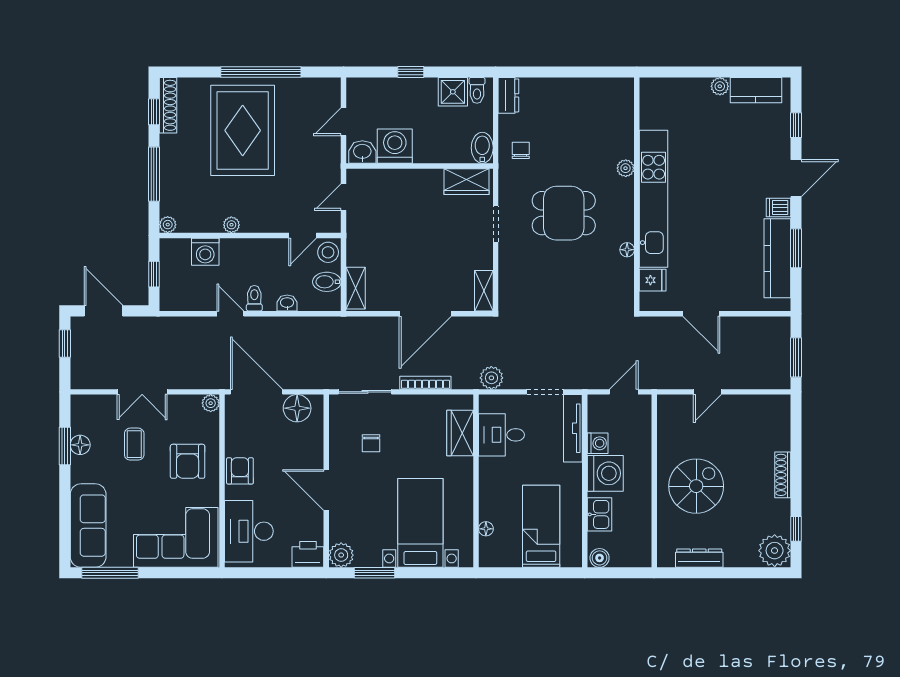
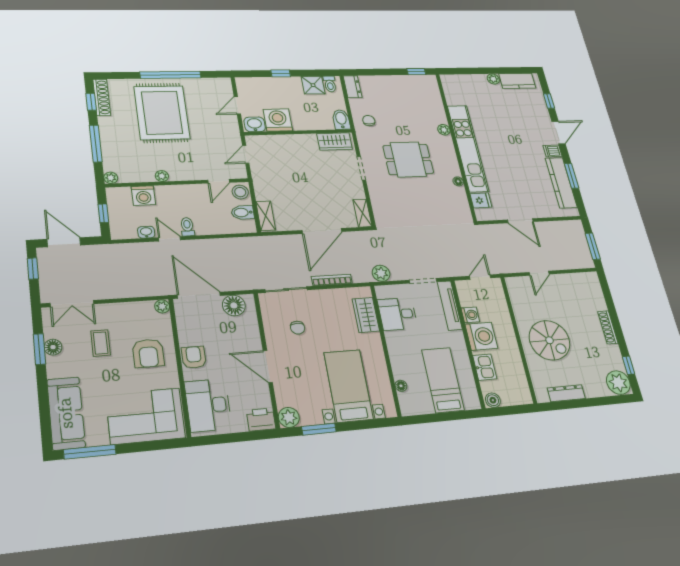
window: (606, 72) -> (416, 72), added
washbasin: (287, 303) -> (146, 232), moved
double door: (142, 392) -> (72, 304), moved
spiral stairs: (696, 486) -> (550, 340), turned 90

